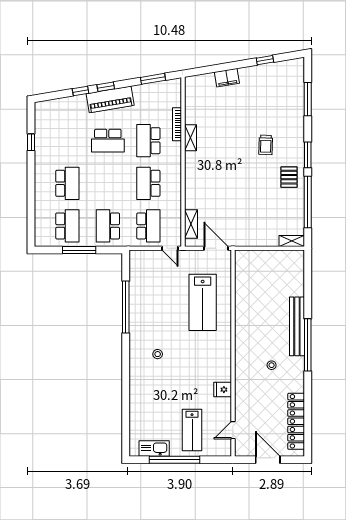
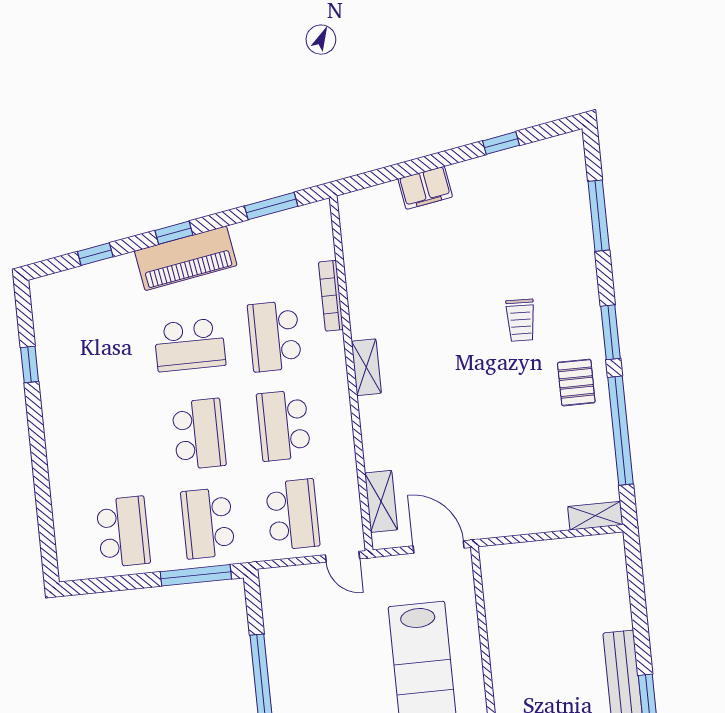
window: (81, 91) -> (95, 254), moved
shelving: (190, 138) -> (366, 367), moved
school desk: (67, 183) -> (199, 434), moved
window: (79, 250) -> (196, 575), moved

